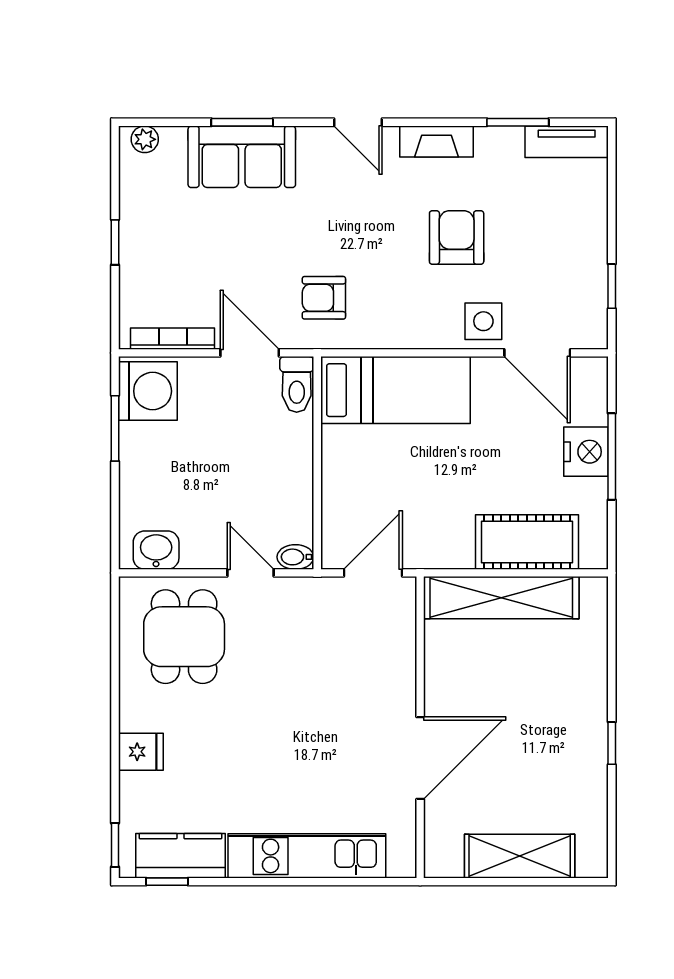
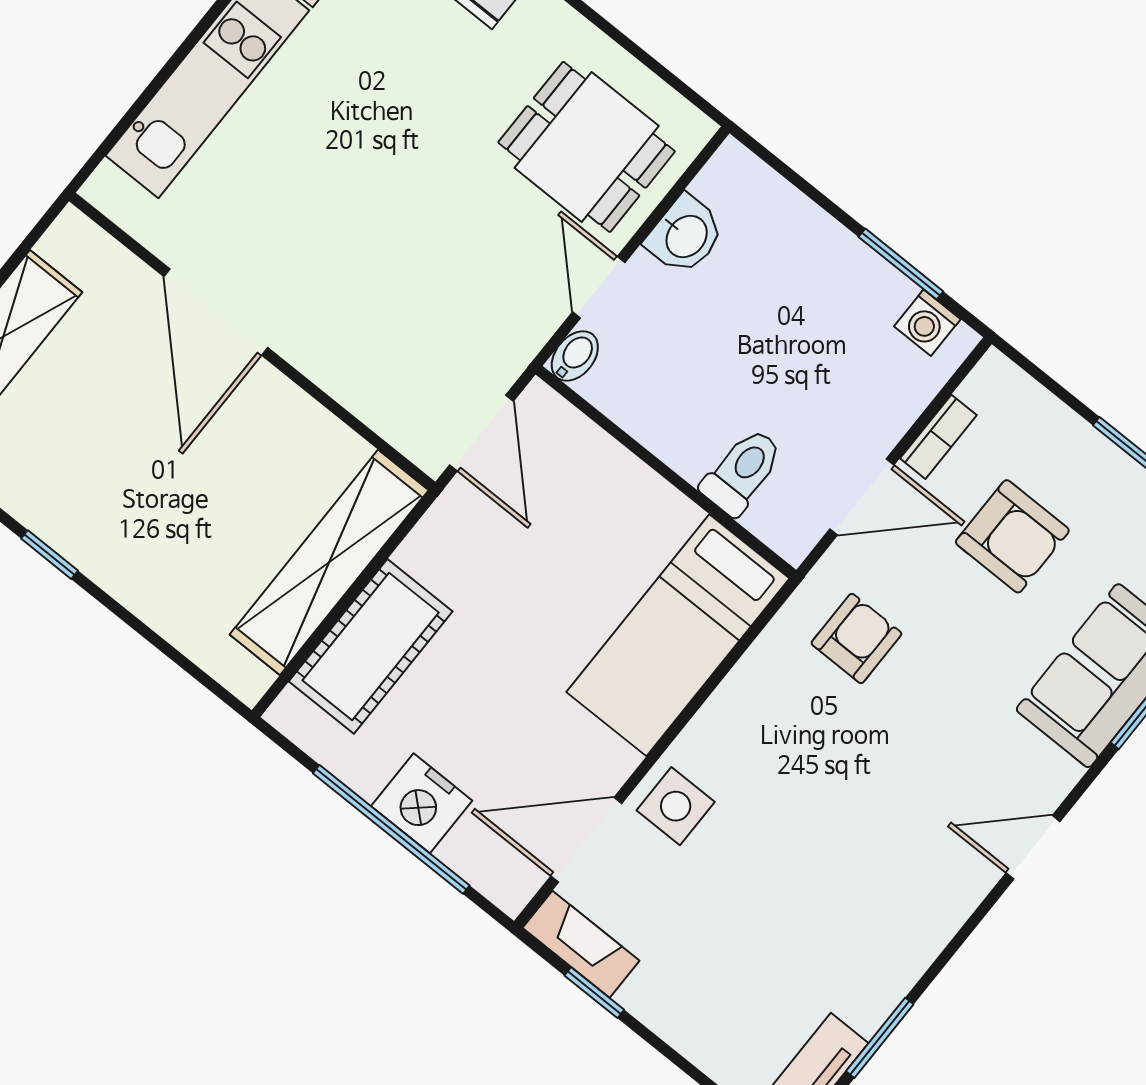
fireplace: (437, 141) -> (581, 944), moved, turned 90
armchair: (457, 237) -> (1012, 536), moved
bookcase: (173, 339) -> (938, 437), width x0.64
toilet: (297, 384) -> (742, 472), moved, turned 90
washing machine: (148, 391) -> (927, 323), width x0.53, depth x0.53
window: (612, 457) -> (391, 829), width x1.46
washbasin: (156, 550) -> (685, 235), moved
door: (251, 573) -> (599, 287), swing flipped

